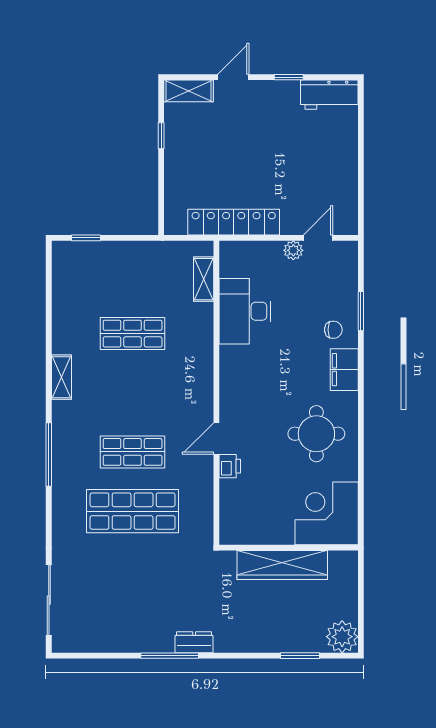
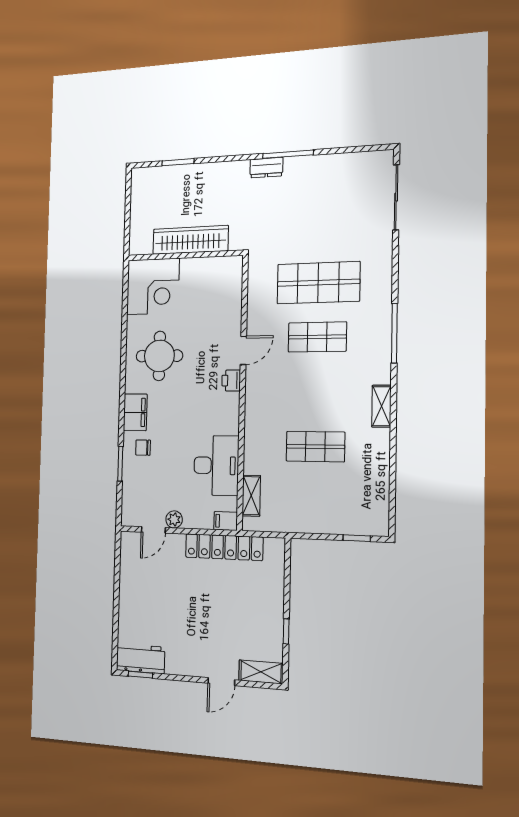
window: (289, 77) -> (140, 675), moved
filing cabinet: (233, 251) -> (226, 521), added
printer: (230, 466) -> (231, 380), moved
plant: (342, 637) -> (144, 181), removed

